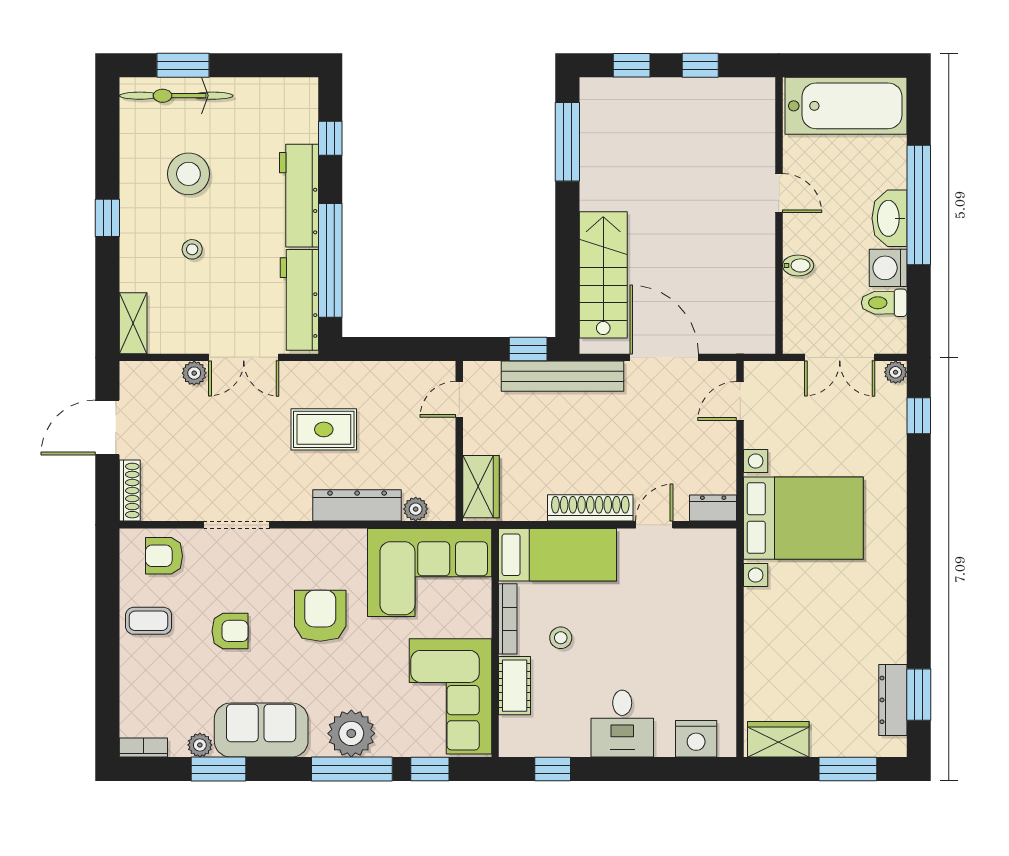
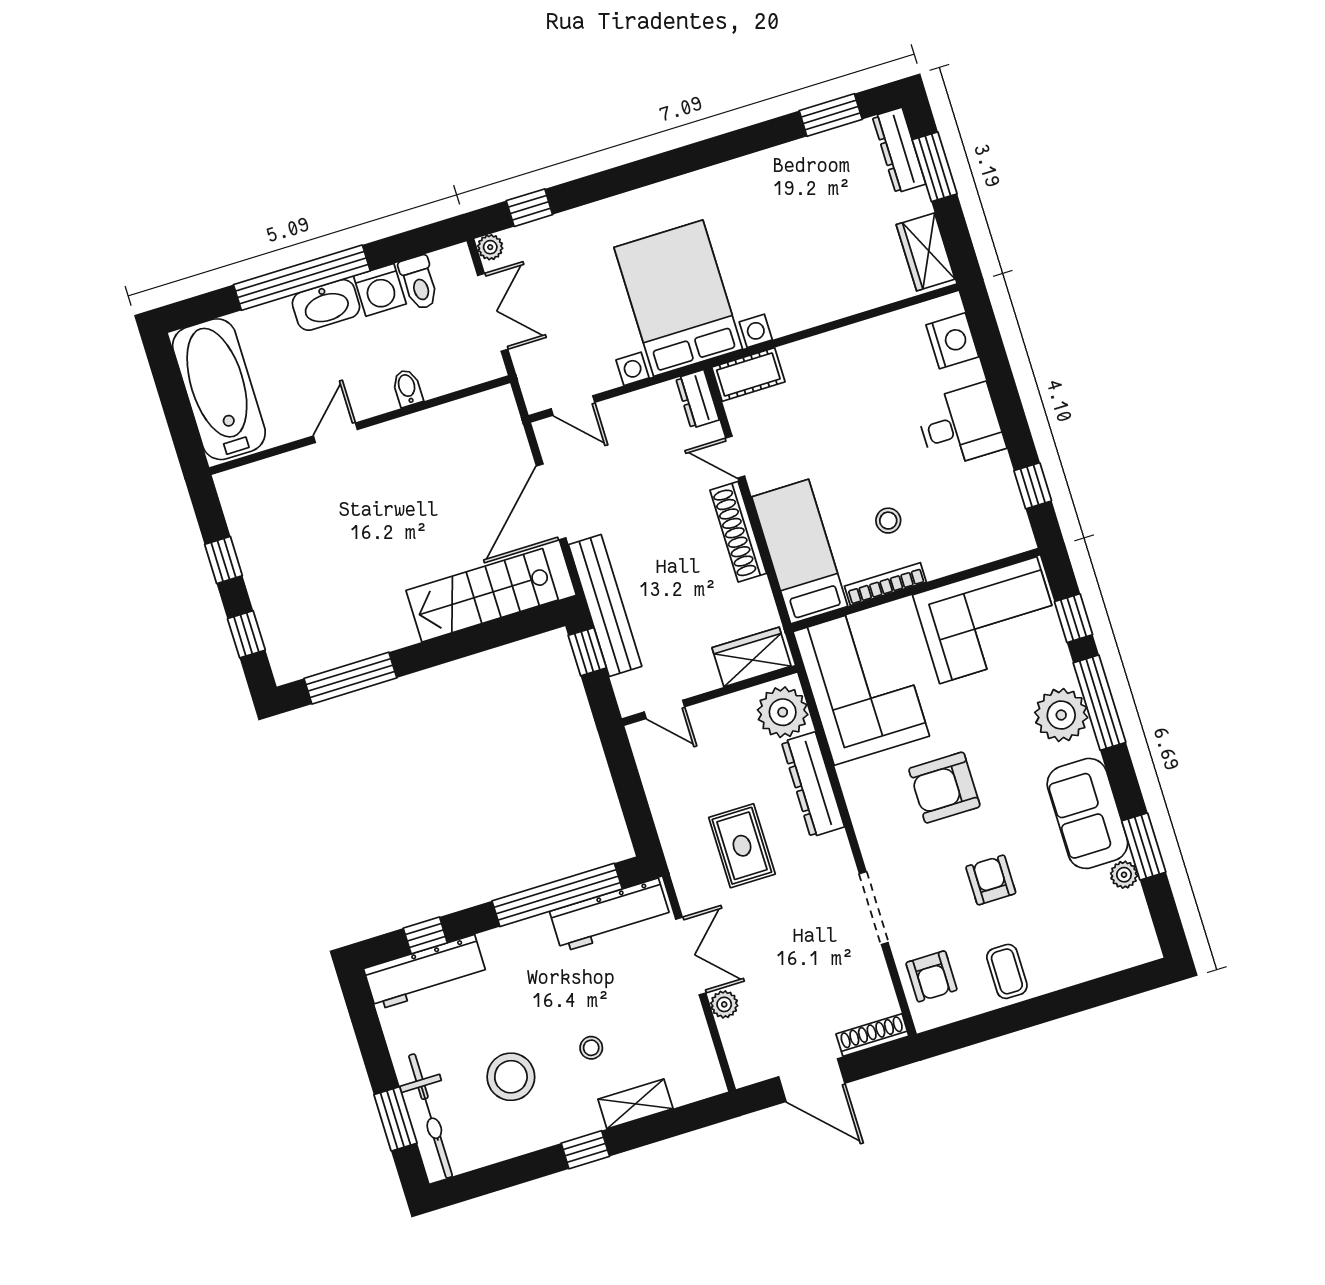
workbench: (299, 196) -> (425, 972), moved
shelving: (133, 323) -> (635, 1104), moved
plant: (416, 509) -> (783, 712), width x1.87, depth x1.87
cot: (515, 686) -> (748, 375), moved
dresser: (893, 700) -> (899, 150), moved, turned 90
bookcase: (143, 747) -> (1145, 935), removed

